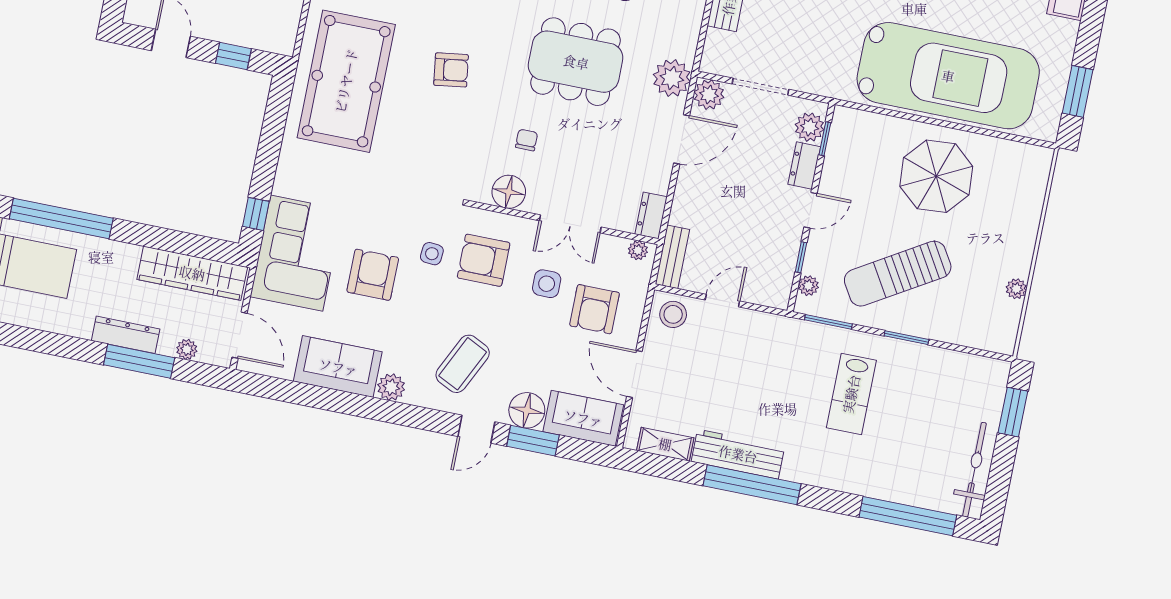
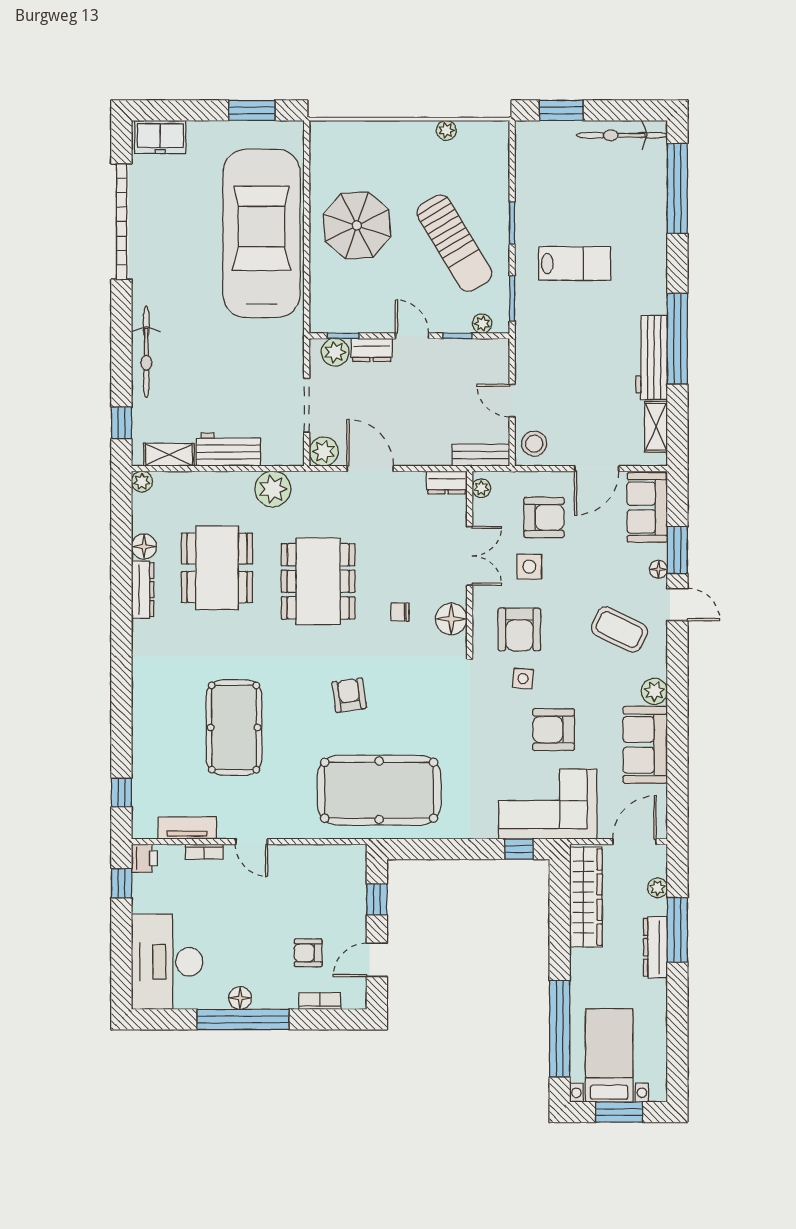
plant: (672, 78) -> (273, 489), moved
floor lamp: (527, 410) -> (658, 569), width x0.53, depth x0.53

